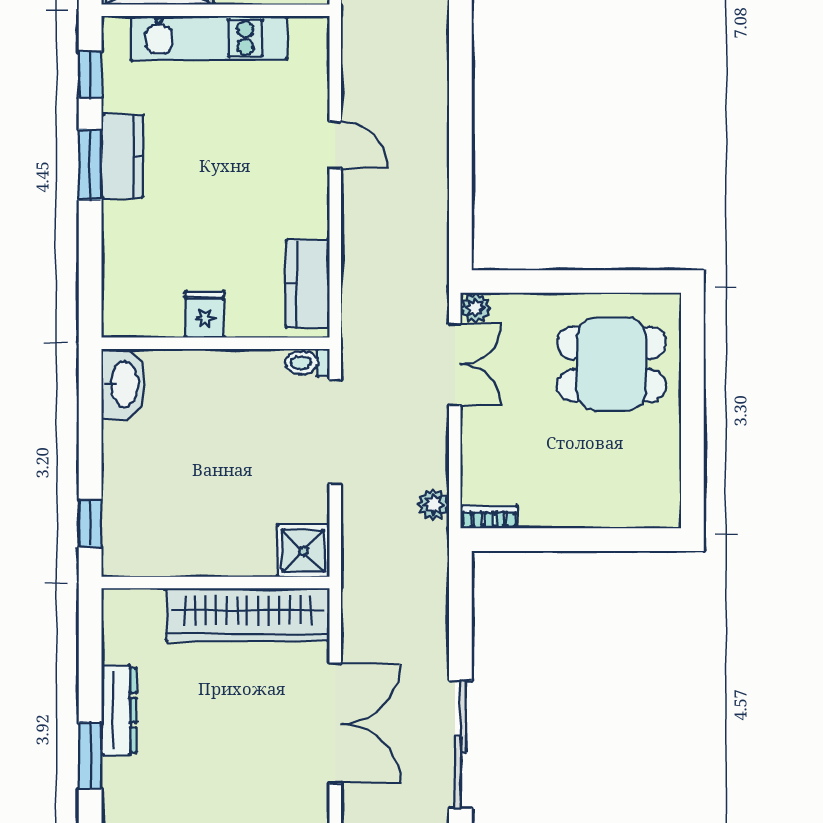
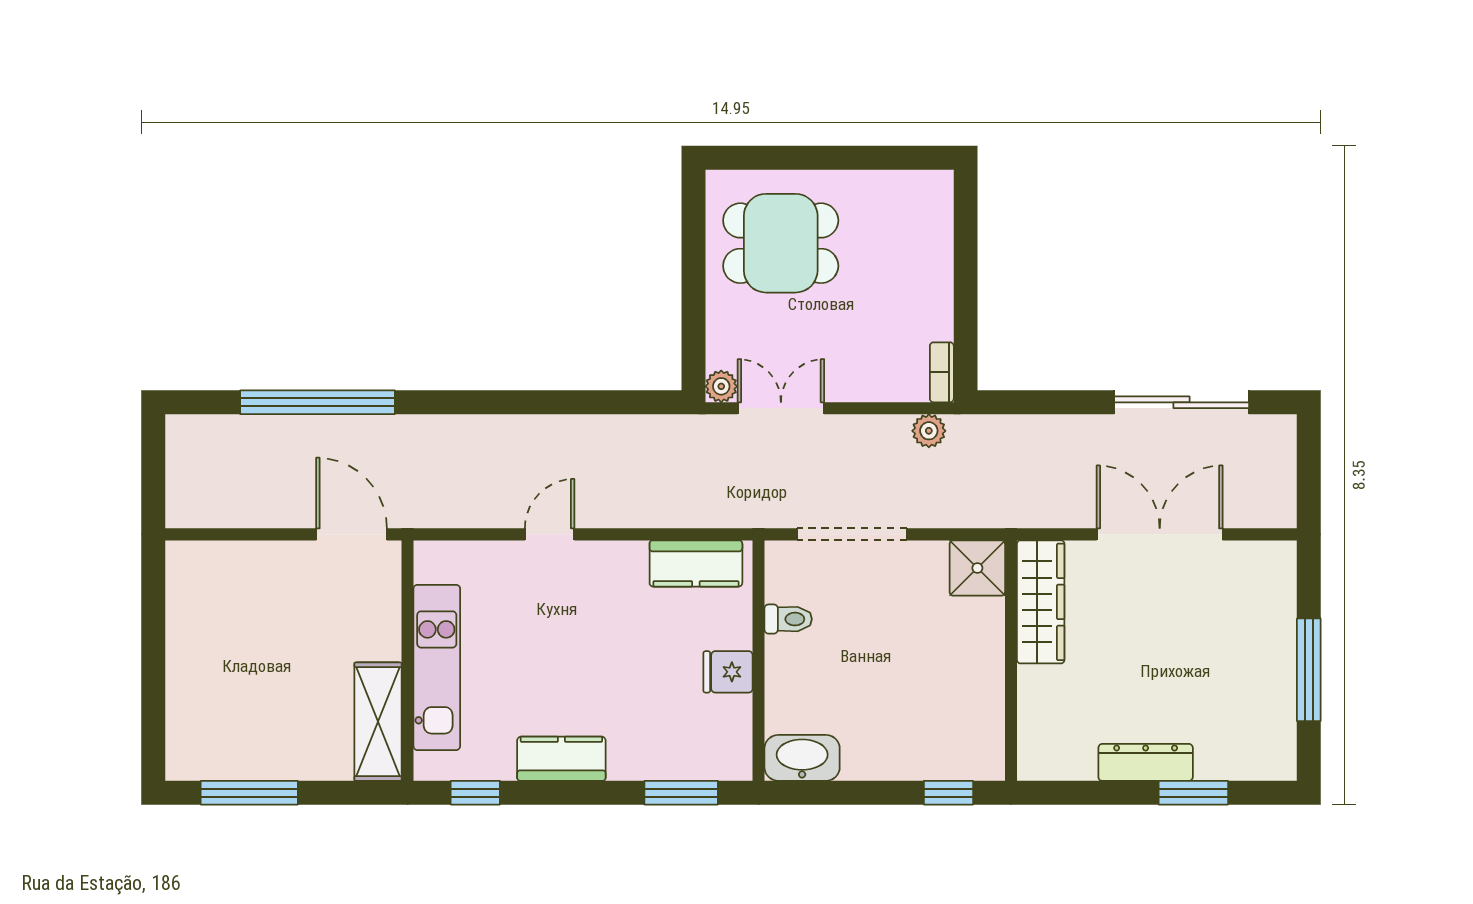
window: (90, 164) -> (681, 793), moved
toilet: (307, 363) -> (788, 619), moved, turned -90
dining table: (611, 364) -> (781, 243), turned 90
wardrobe: (248, 615) -> (1041, 602), width x0.71, depth x0.85

